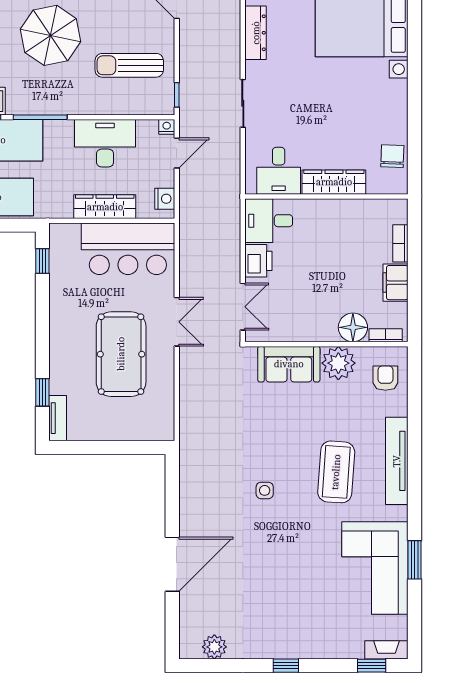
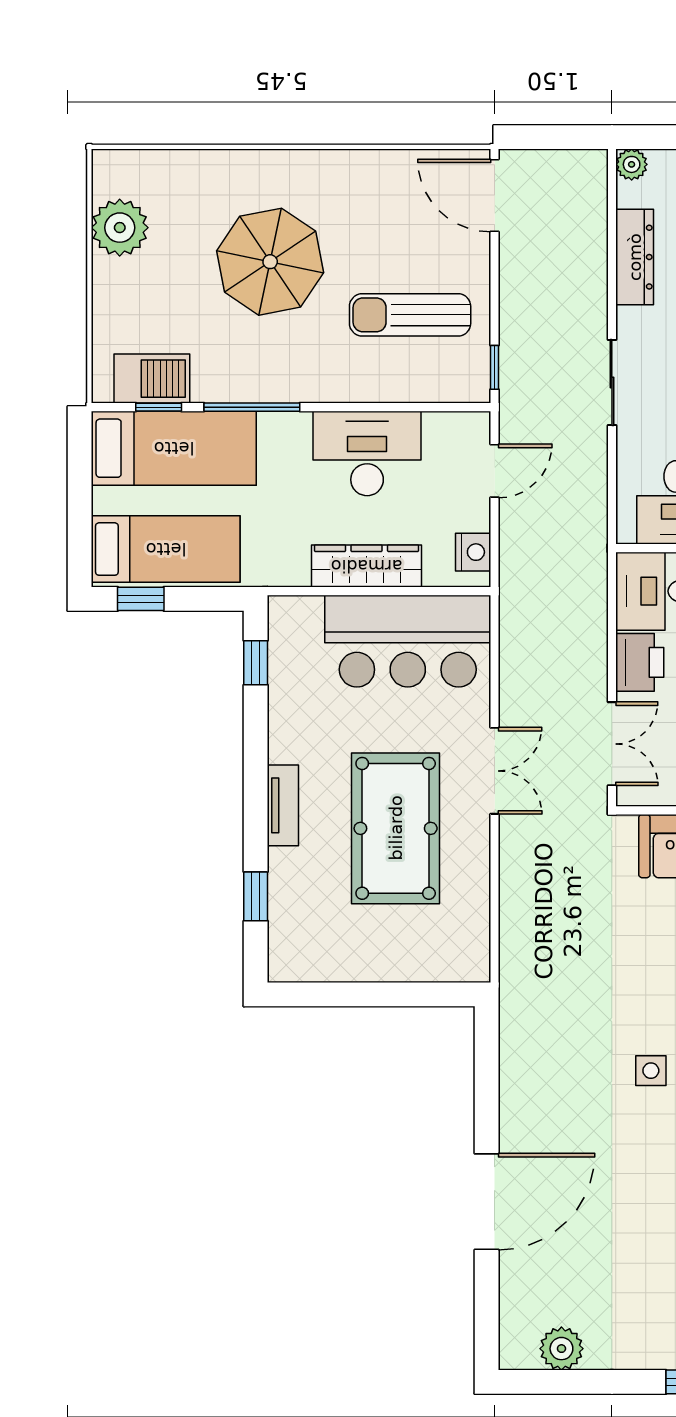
nightstand: (167, 127) -> (477, 424), removed
tv unit: (58, 418) -> (283, 805), moved

